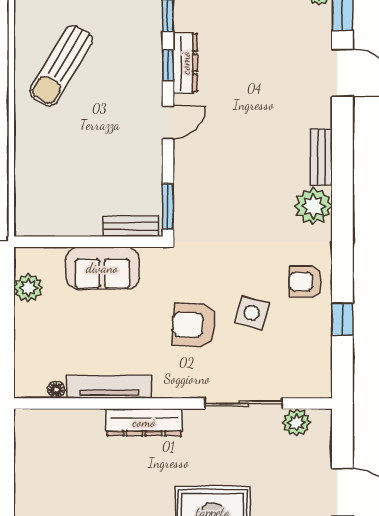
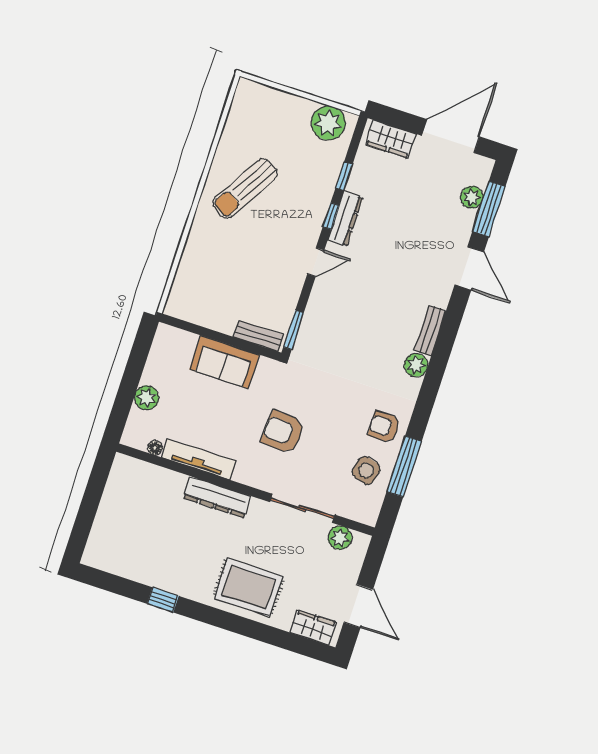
plant: (313, 206) -> (416, 365), width x0.73, depth x0.73
plant: (28, 288) -> (147, 398), moved
side table: (252, 313) -> (366, 470), moved
window: (342, 319) -> (404, 467), width x2.17

